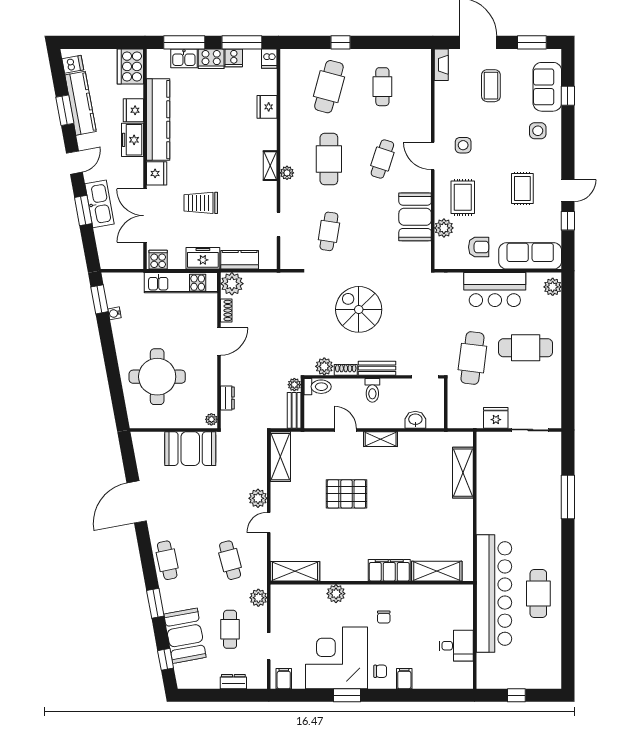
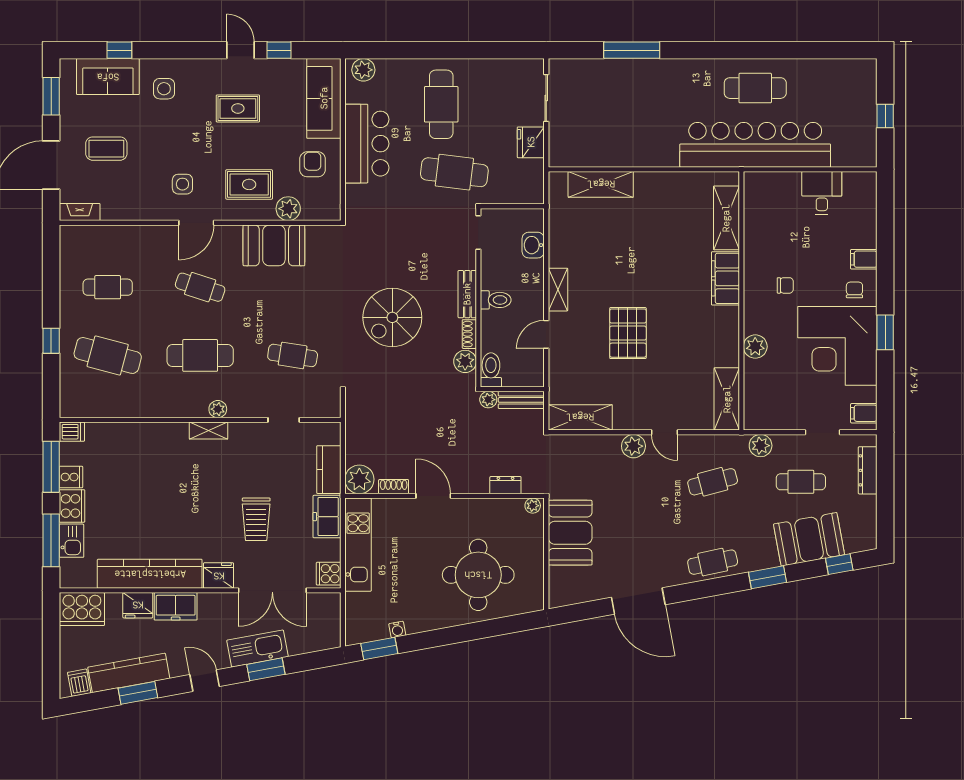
fridge: (267, 107) -> (134, 435), removed
dresser: (233, 682) -> (868, 470), width x1.44

